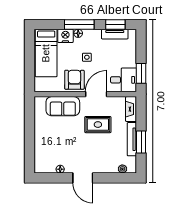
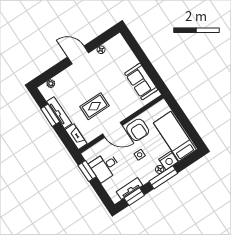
desk: (124, 80) -> (105, 167), moved
door: (96, 94) -> (112, 130), hinge flipped
sofa: (63, 106) -> (141, 82), moved, turned -90

